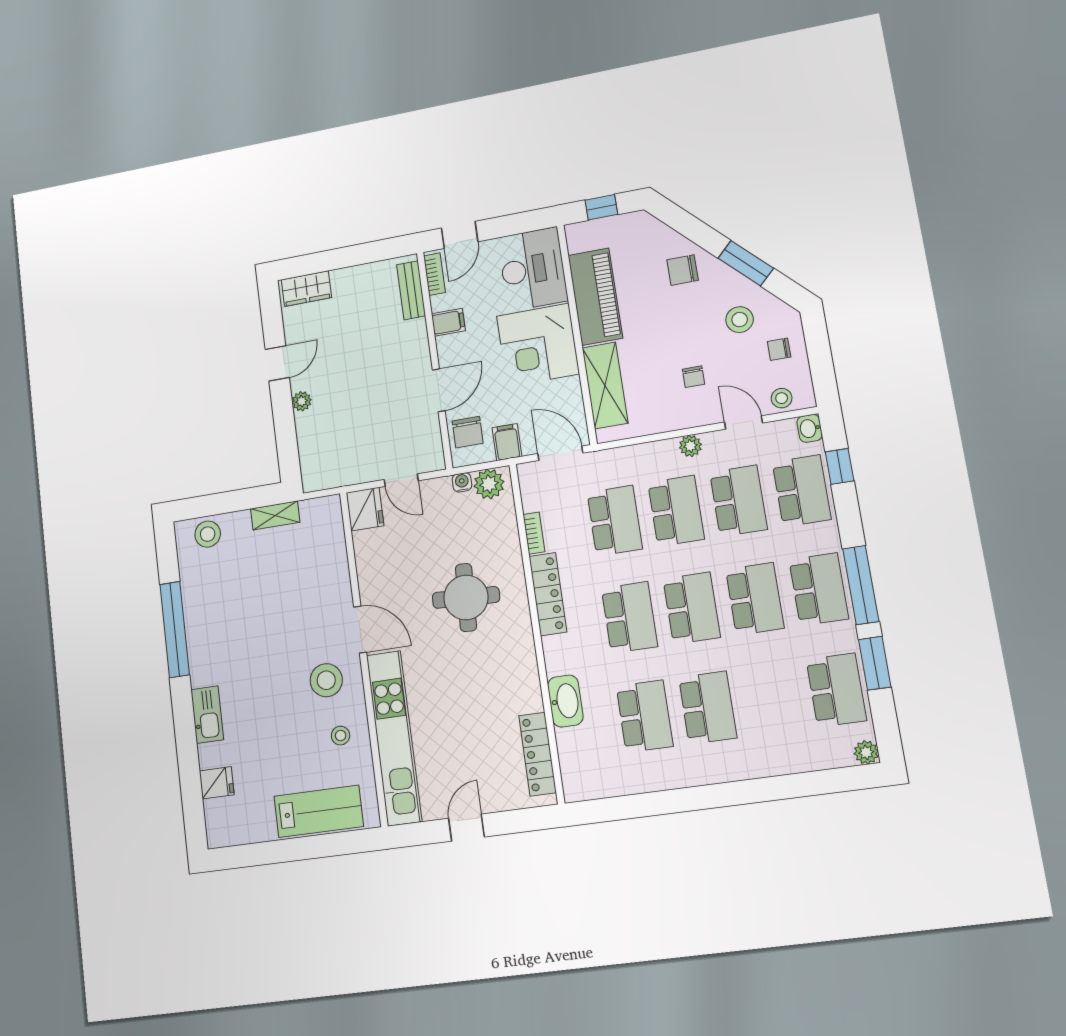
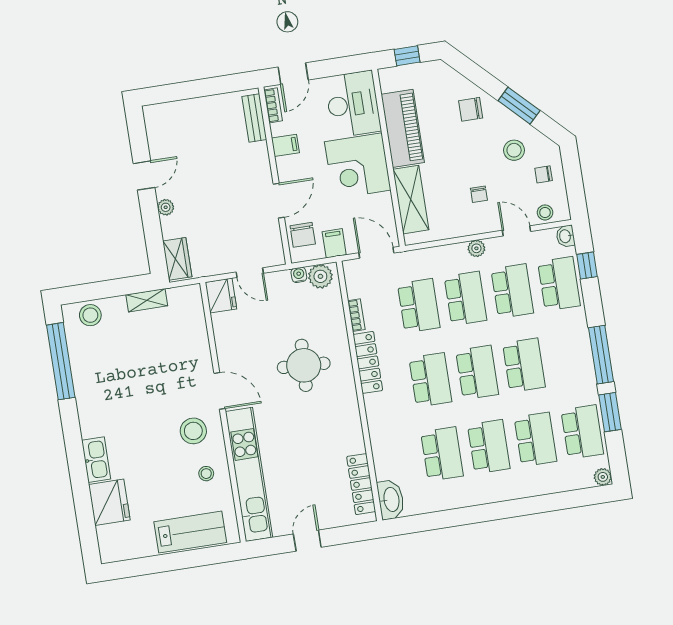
wardrobe: (306, 289) -> (177, 259), moved, turned -90
school desk: (819, 589) -> (536, 439), moved
window: (175, 629) -> (61, 361), moved
washbasin: (565, 701) -> (391, 500), moved
fridge: (217, 783) -> (109, 502), width x1.88, depth x1.34

